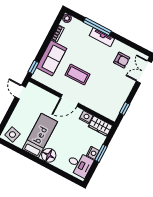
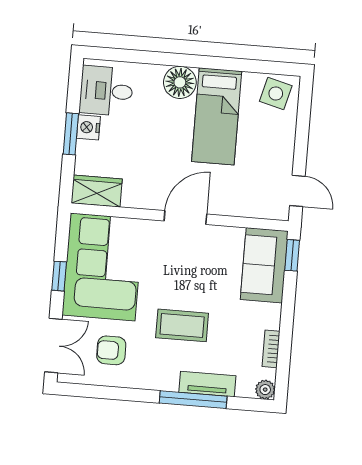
tv unit: (102, 37) -> (207, 384), moved
sofa: (51, 58) -> (264, 265), moved
coffee table: (77, 75) -> (182, 325), moved
corner sofa: (111, 95) -> (103, 267), added
window: (125, 109) -> (59, 276), moved
nightstand: (86, 117) -> (135, 197), removed

